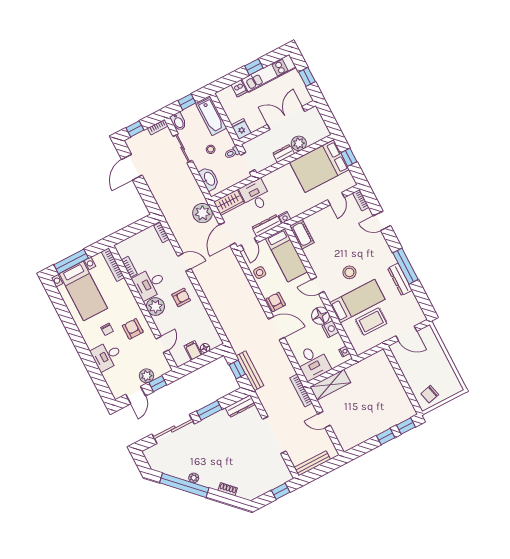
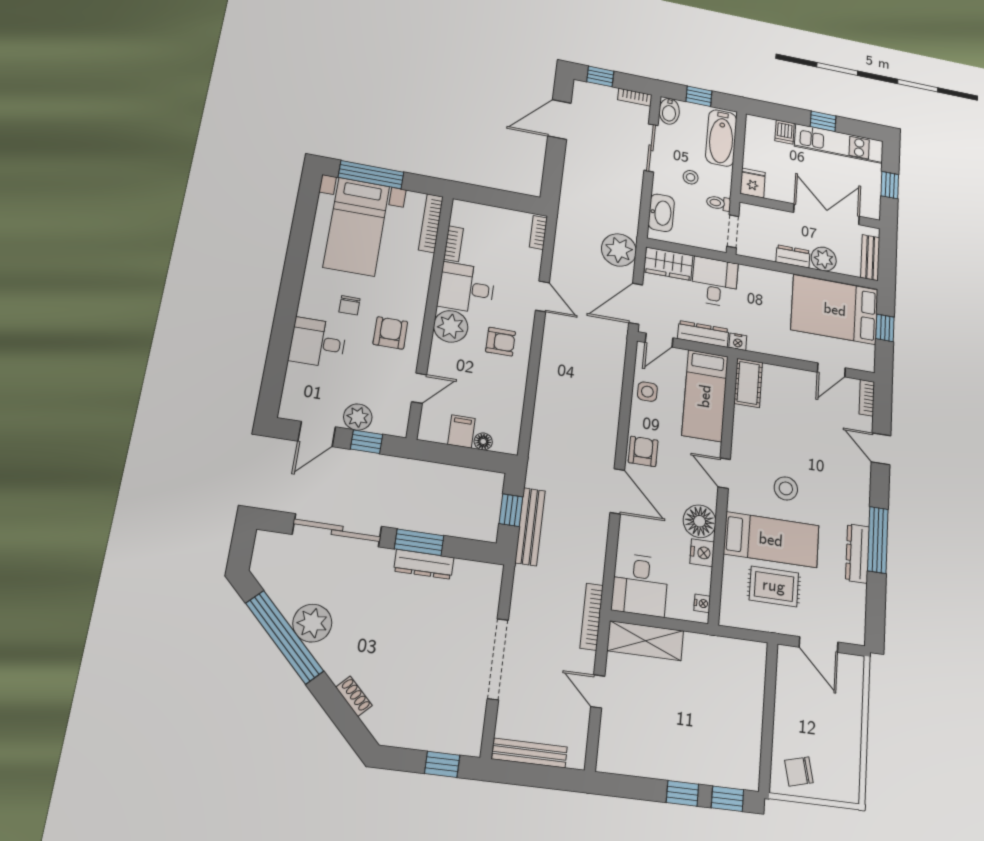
bench: (320, 125) -> (870, 258), added
dresser: (240, 406) -> (424, 564), moved
plant: (194, 478) -> (312, 623), width x1.88, depth x1.88

